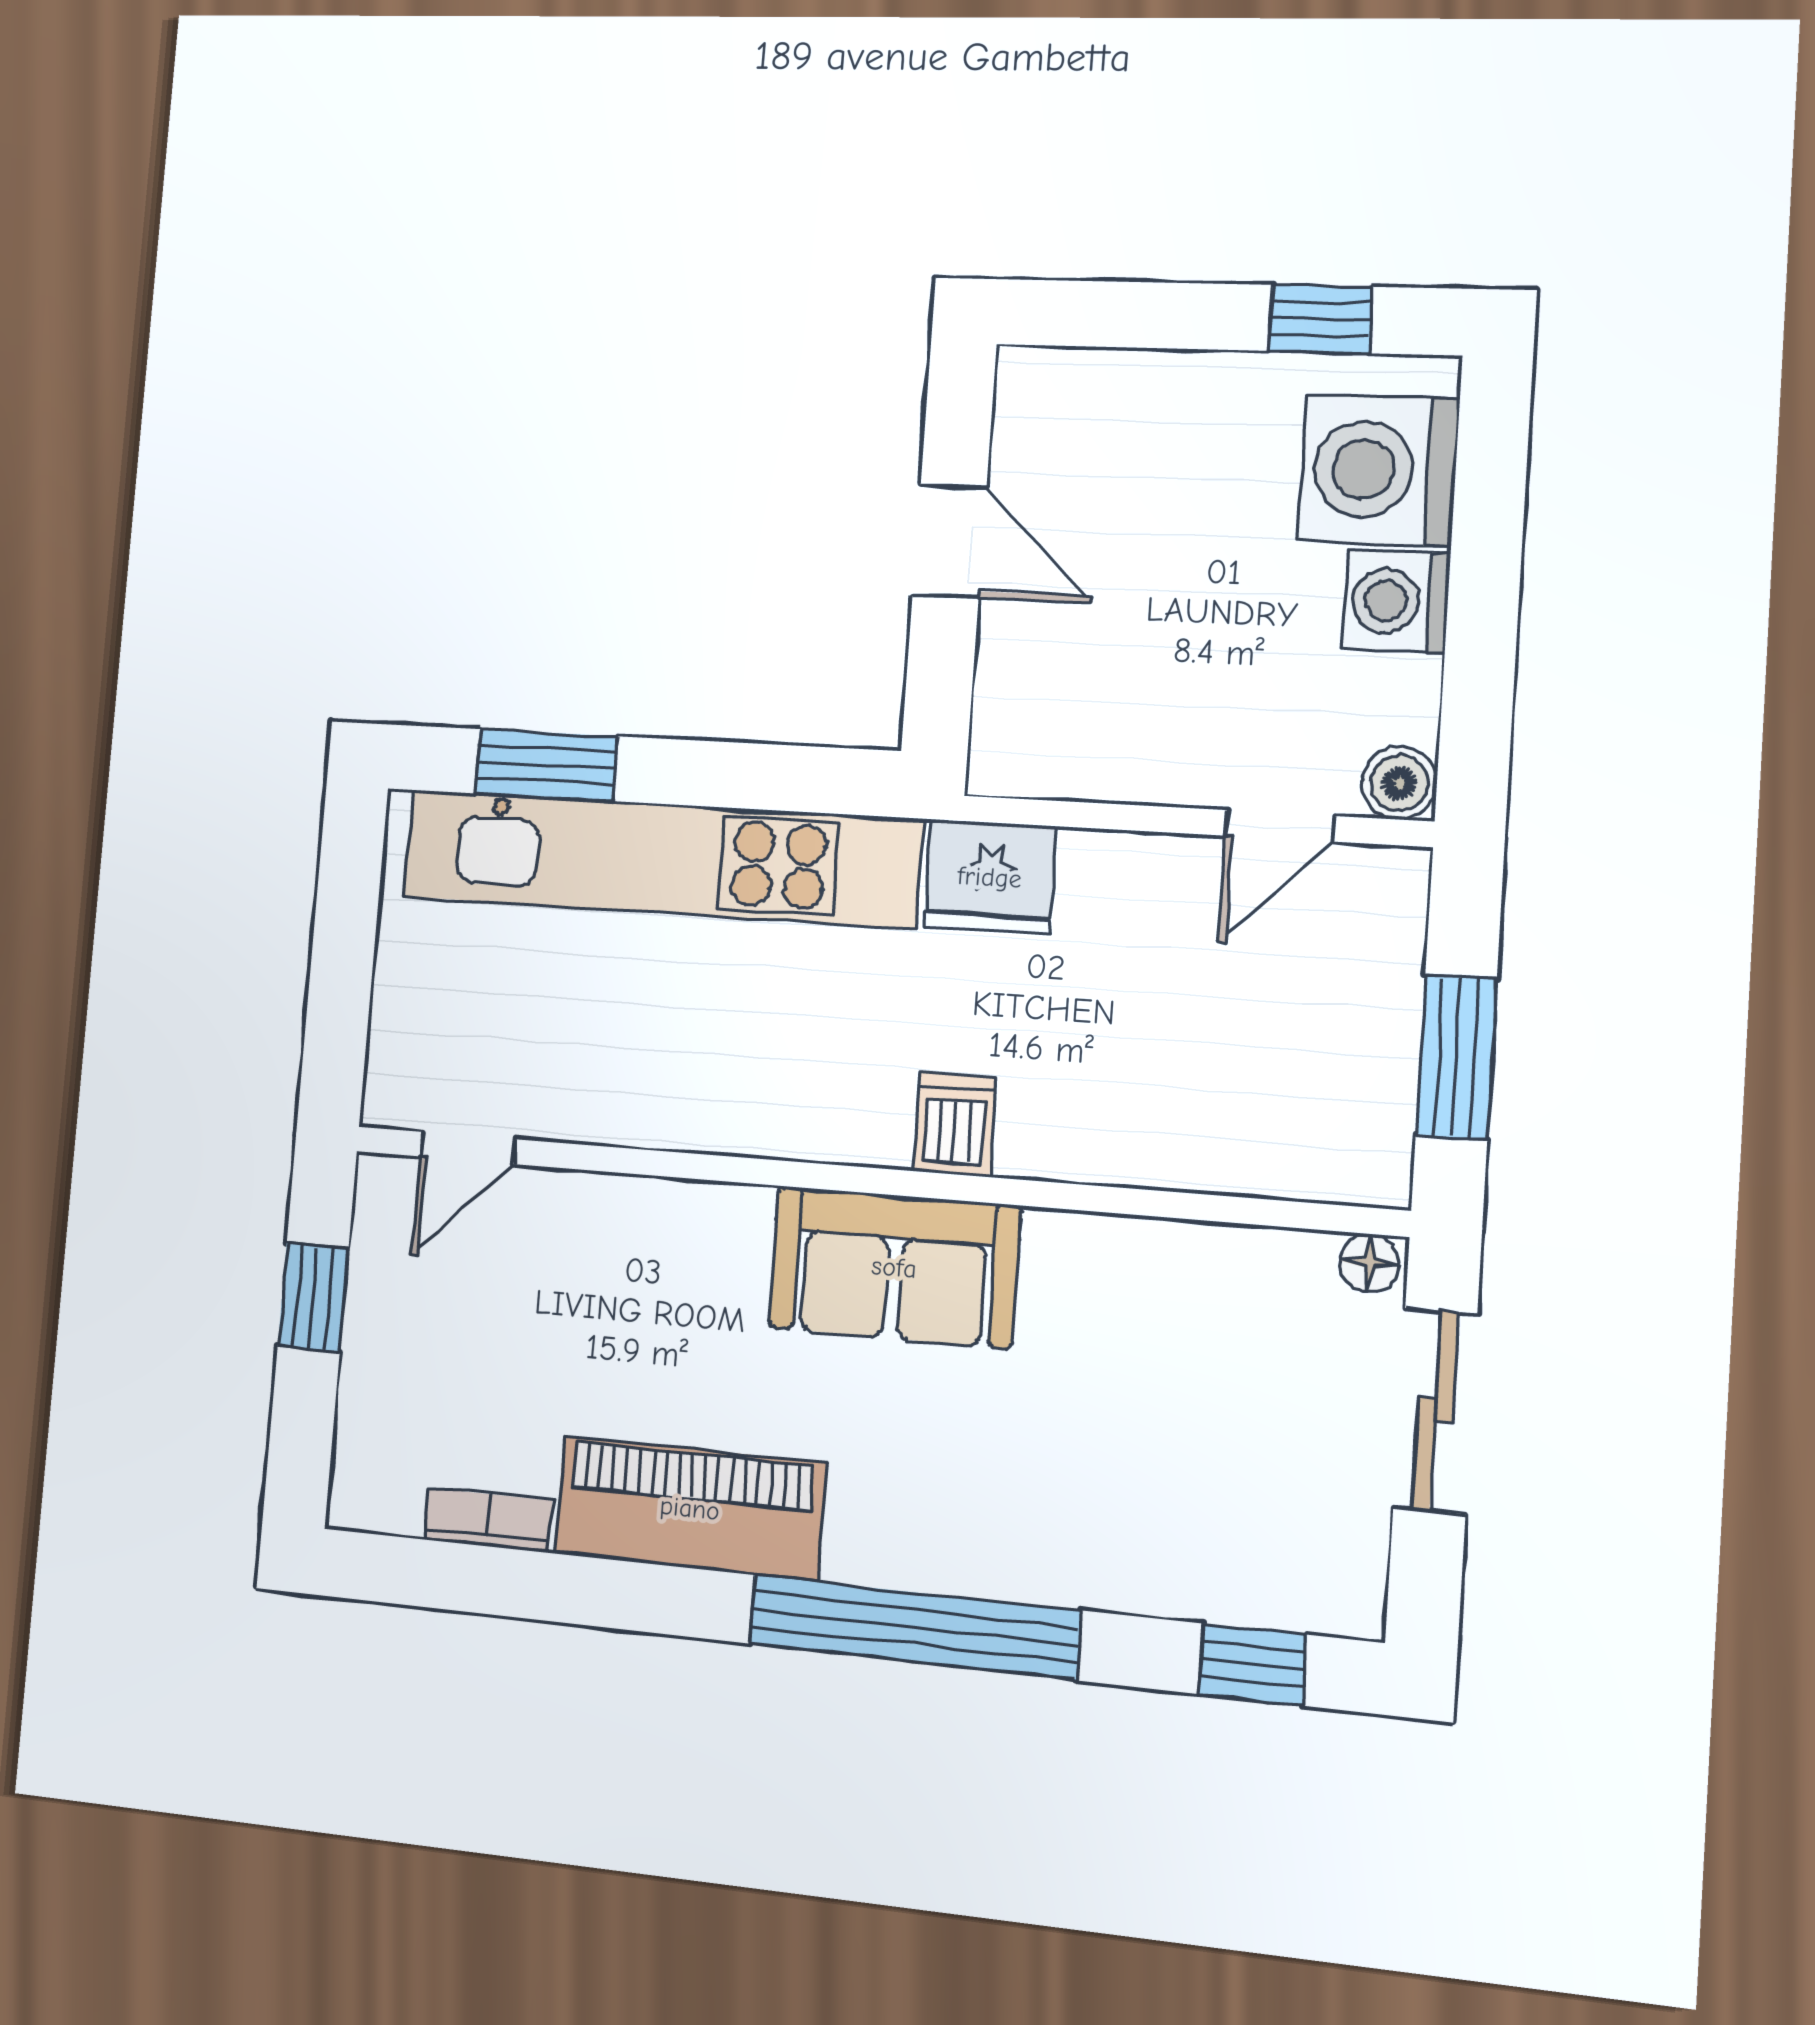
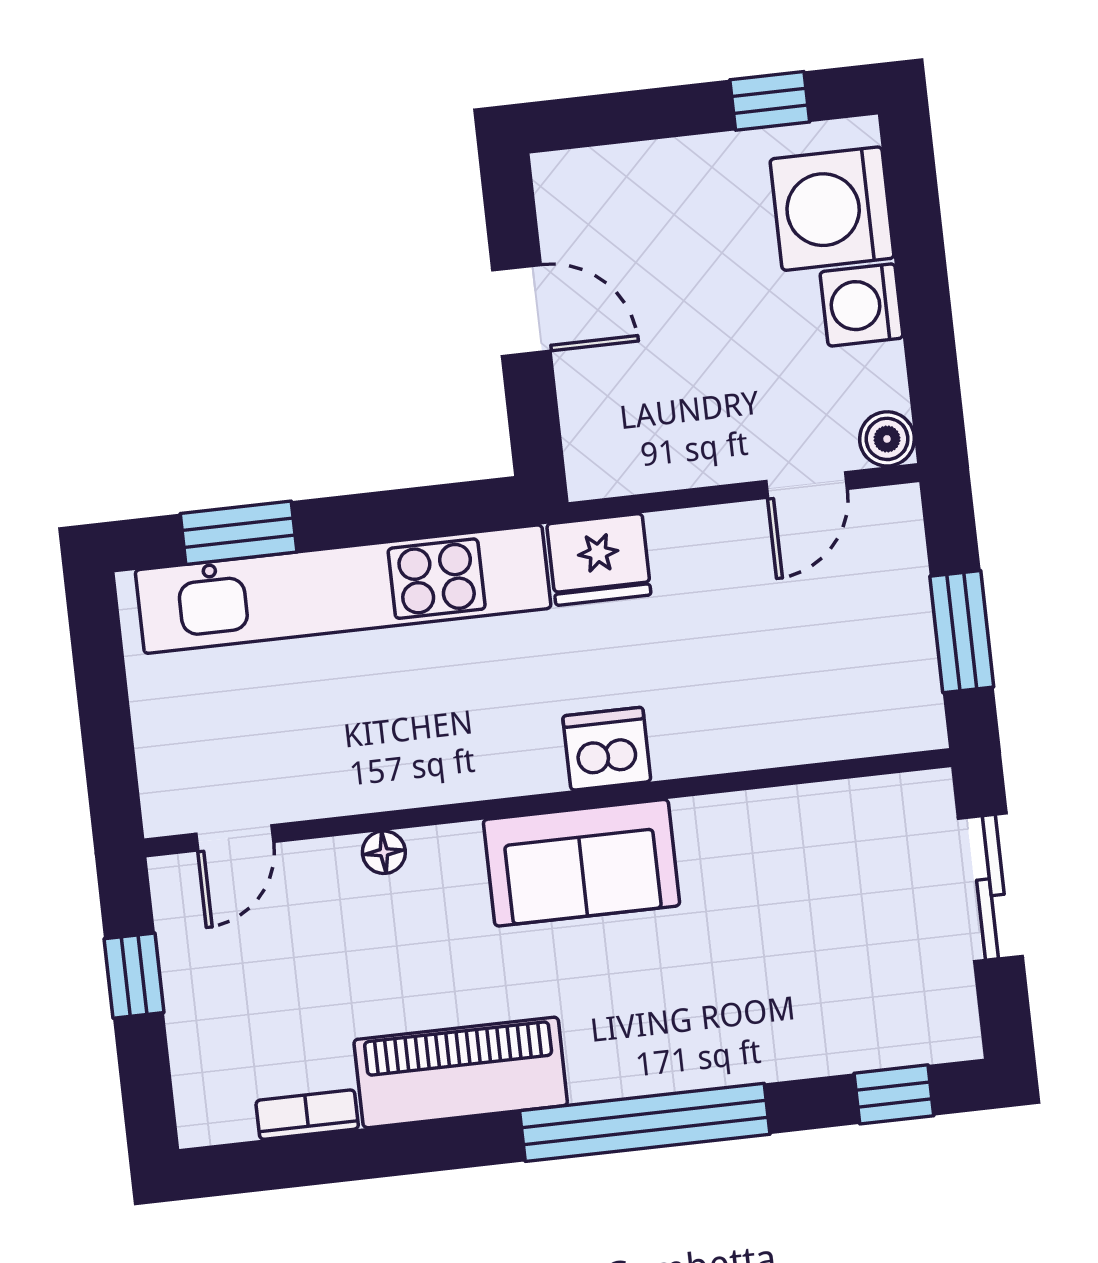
dishwasher: (955, 1124) -> (607, 749), width x1.38
floor lamp: (1369, 1263) -> (384, 852), moved

